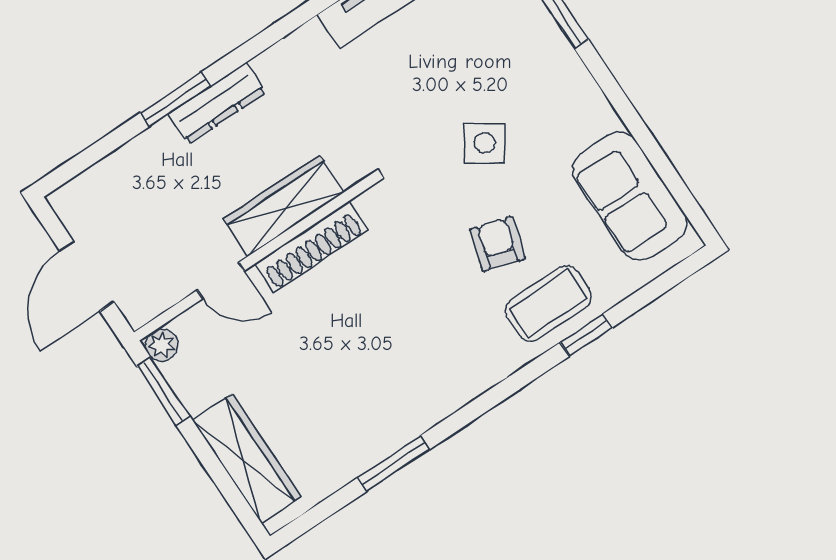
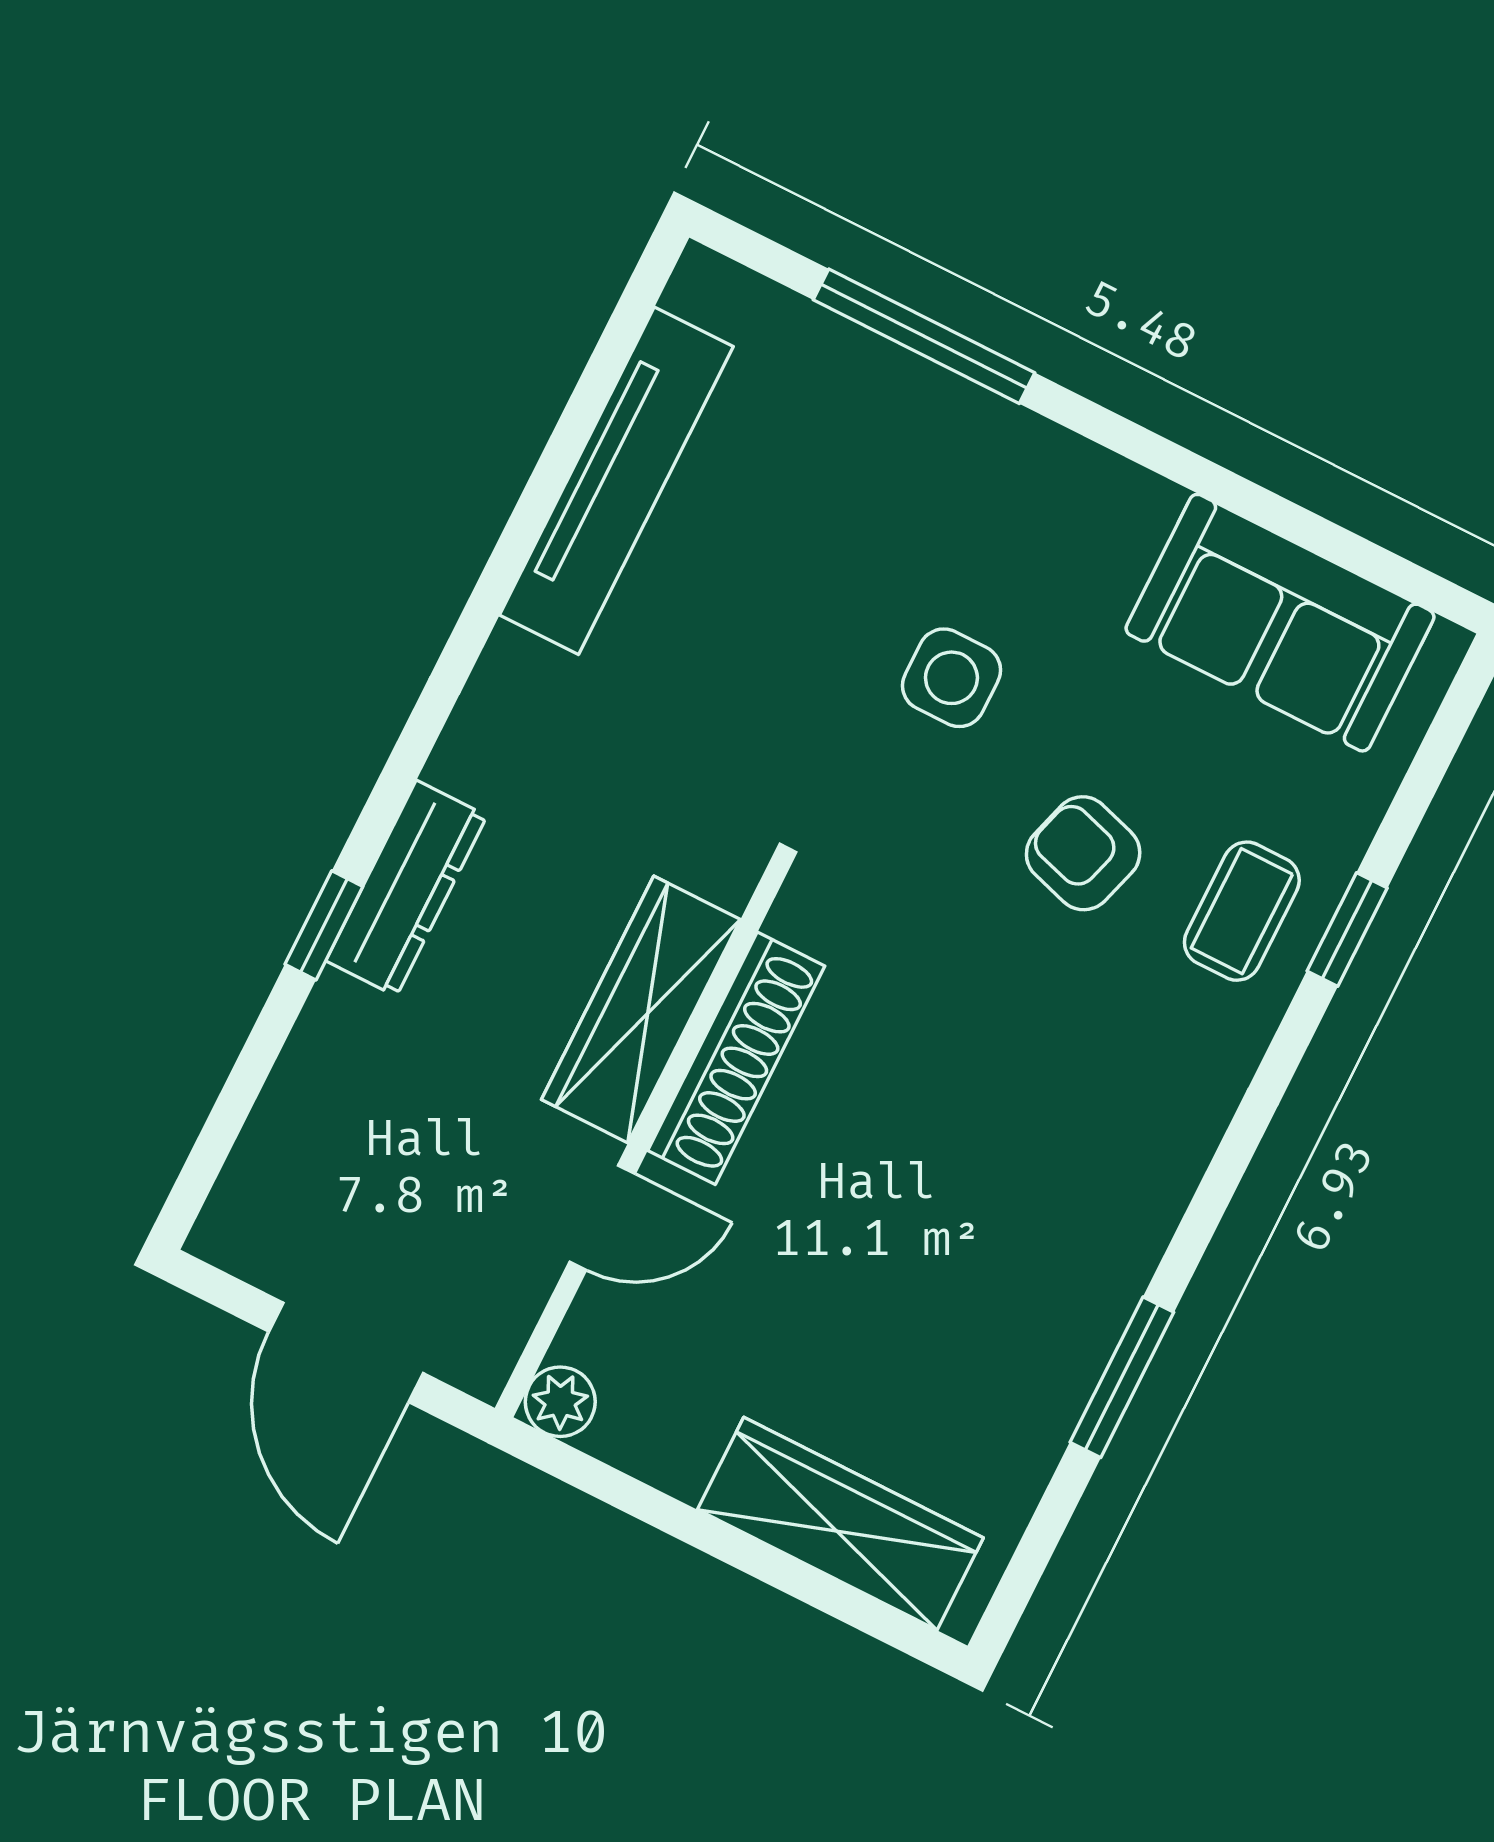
window: (175, 99) -> (324, 925), width x0.67
side table: (485, 143) -> (951, 678), turned -34
coffee table: (548, 303) -> (1242, 911), width x0.73, depth x0.77
window: (163, 391) -> (613, 1487), removed

